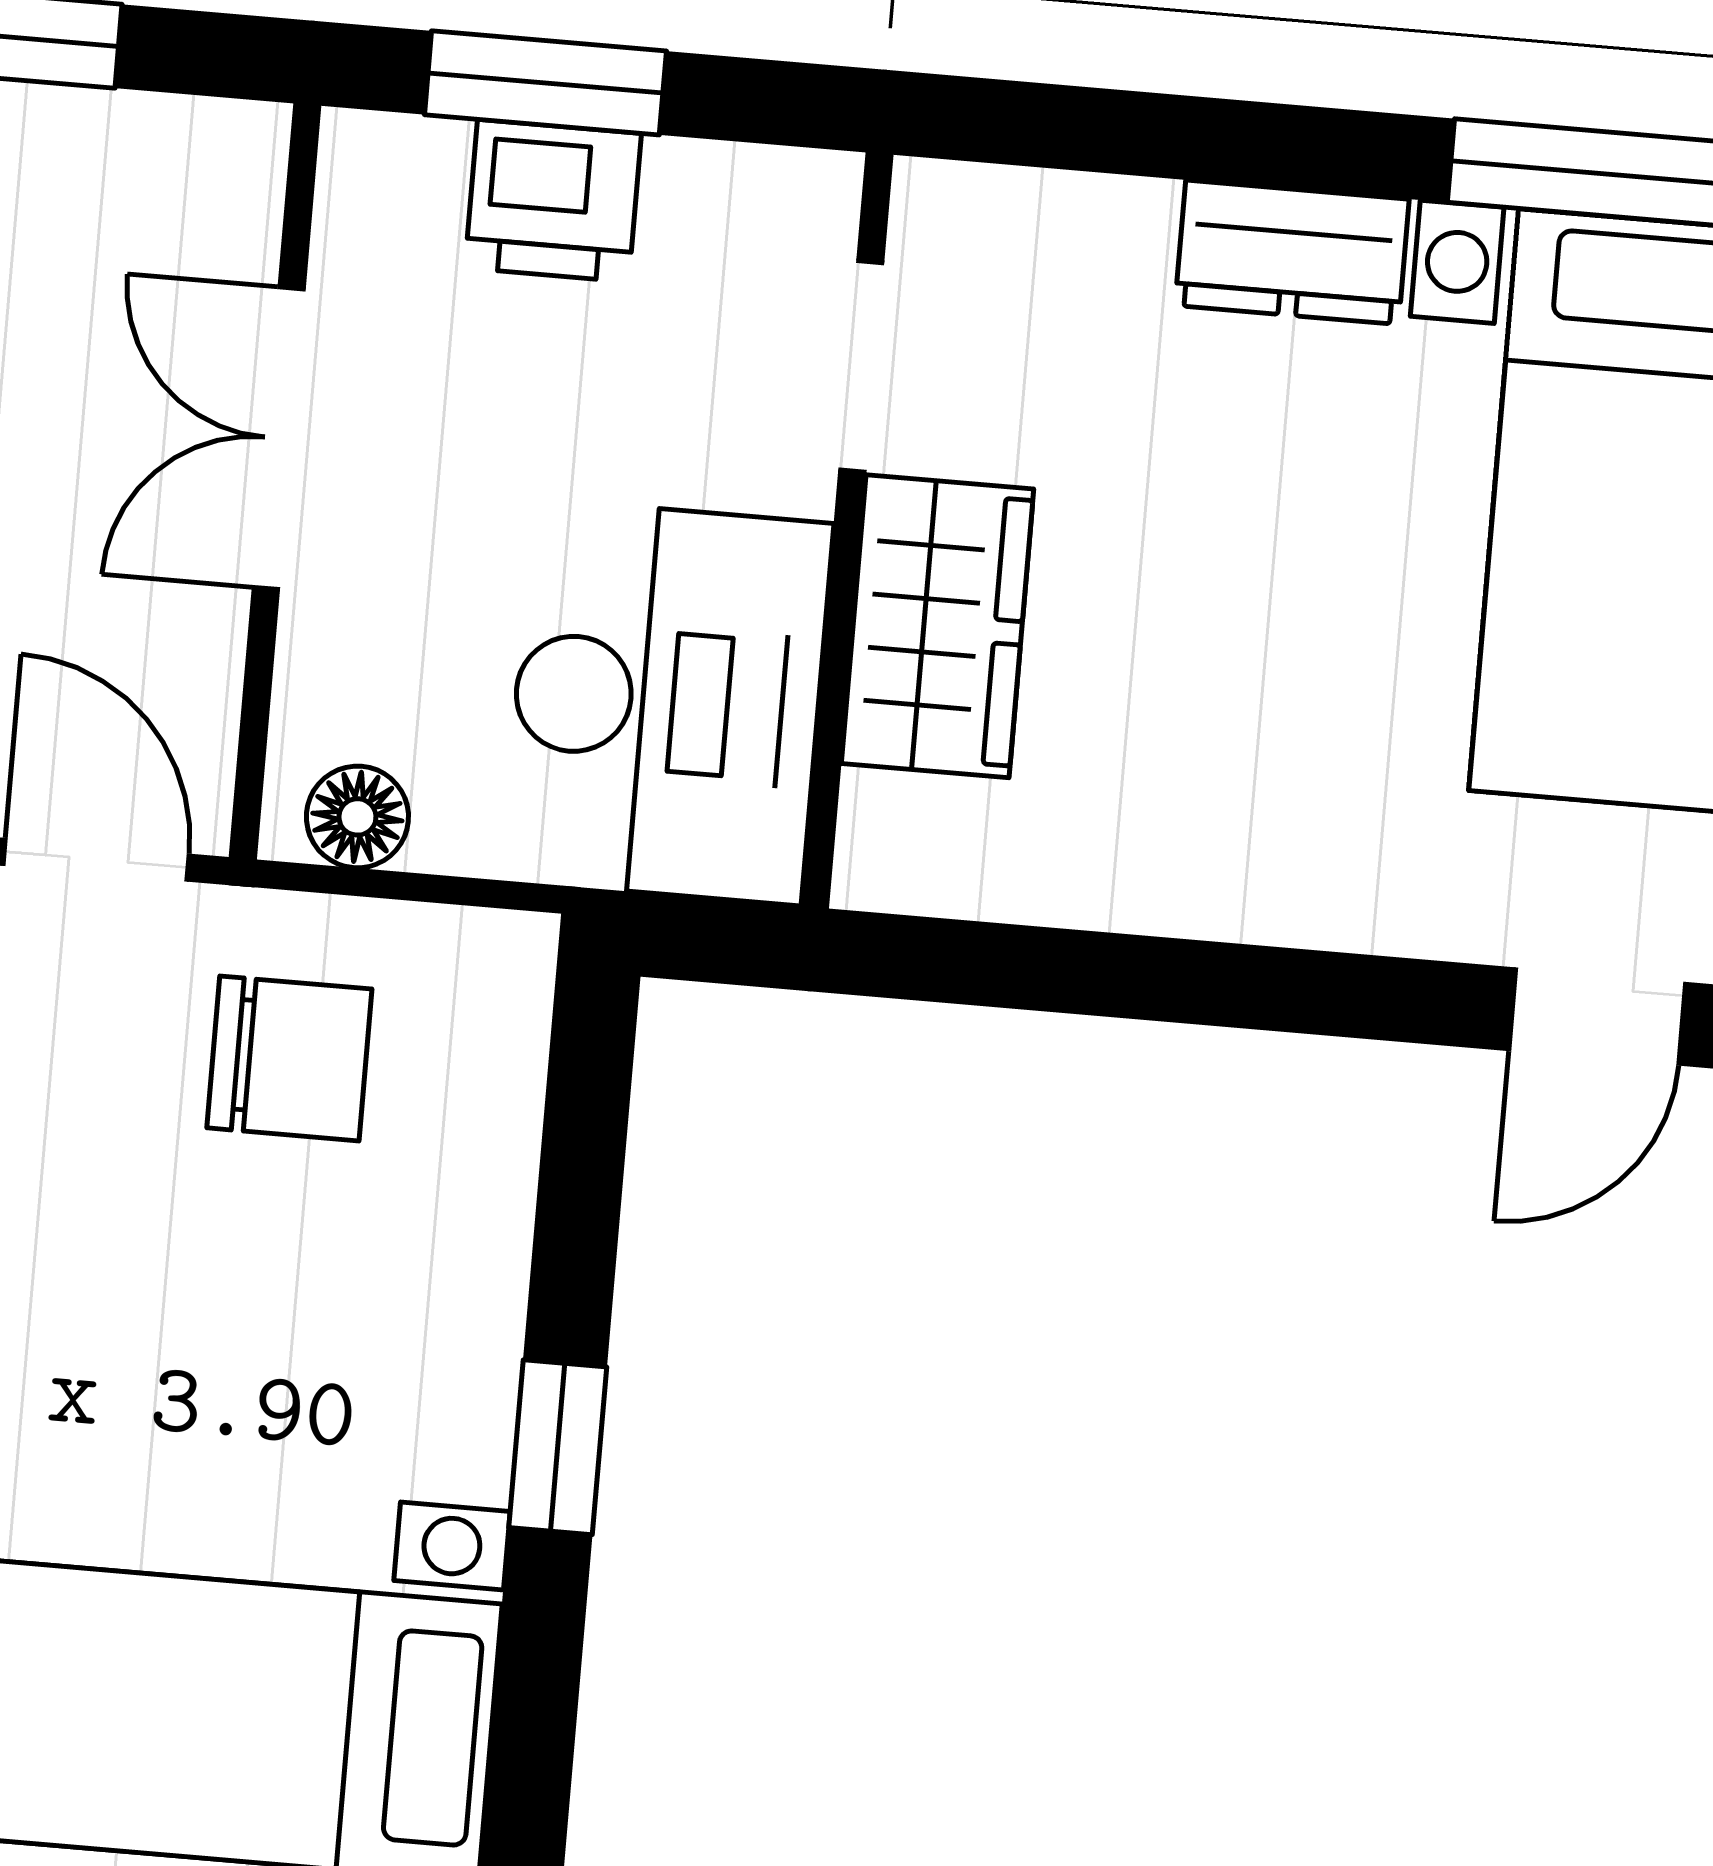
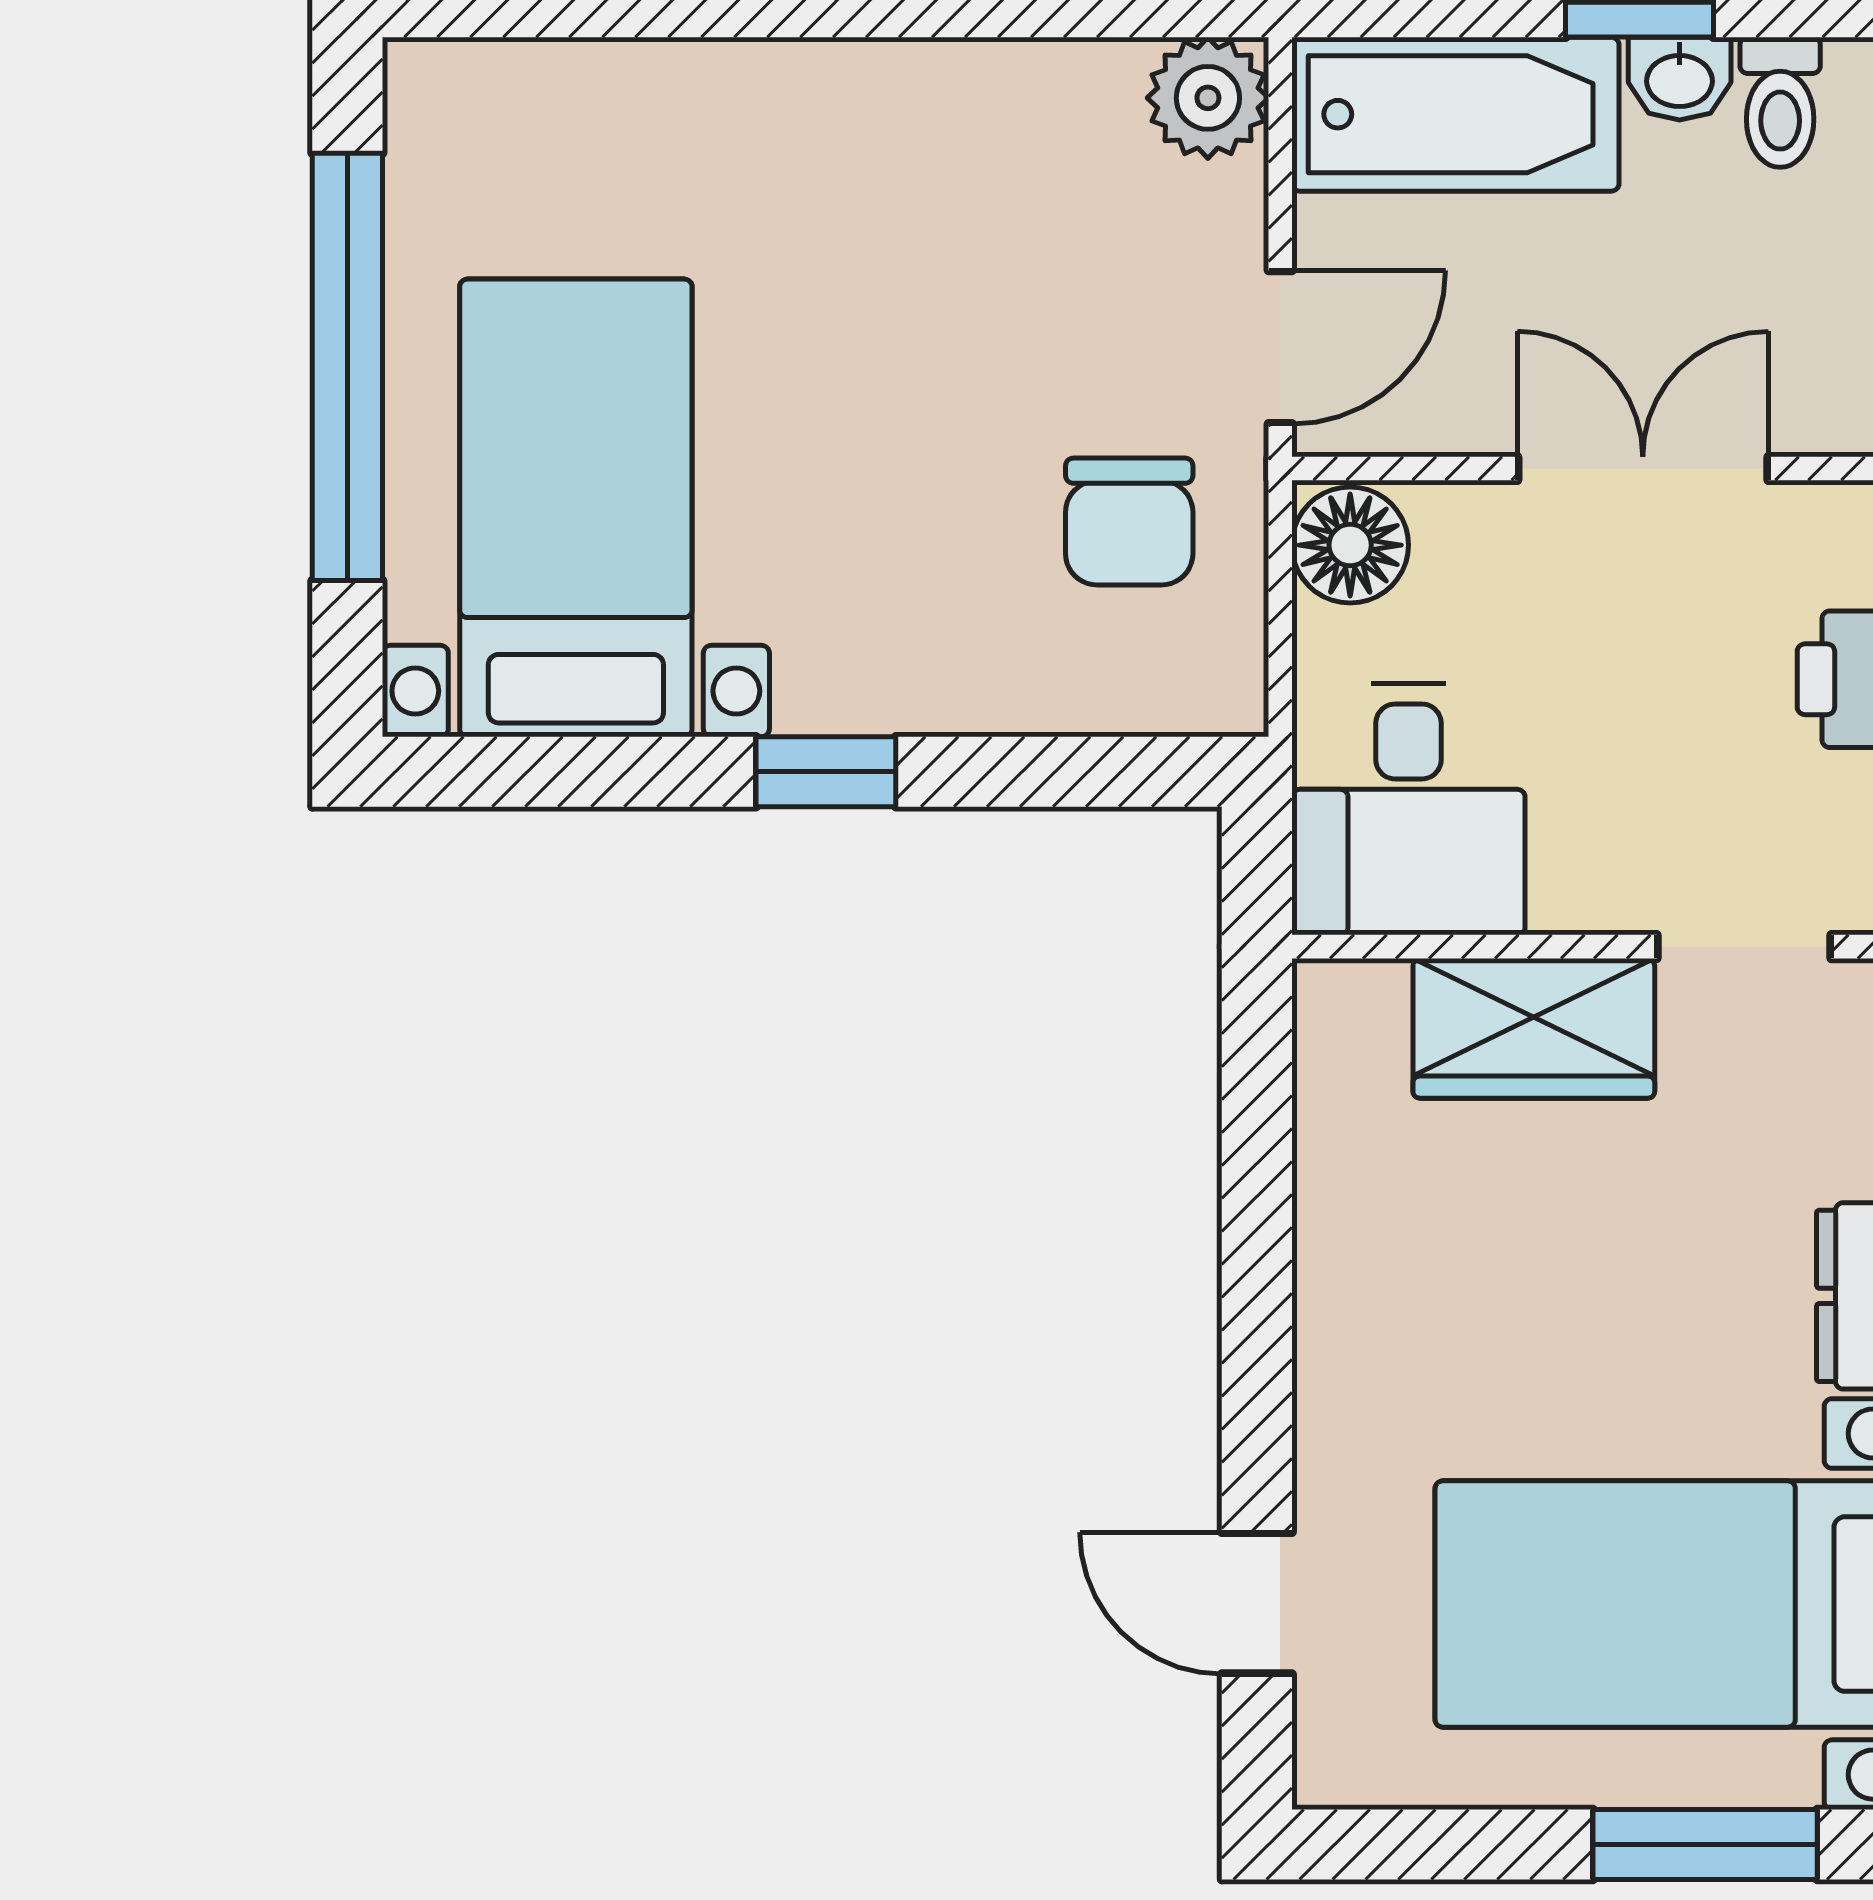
desk: (667, 702) -> (1408, 809), width x0.73
floor lamp: (357, 817) -> (1350, 545), width x1.37, depth x1.37

